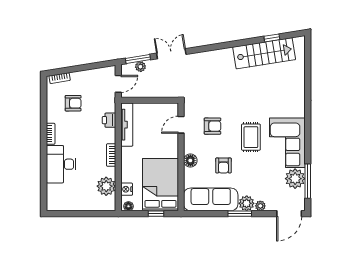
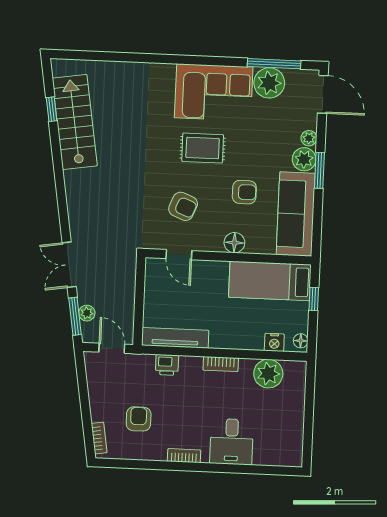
armchair: (212, 126) -> (183, 206), turned 112
desk: (61, 164) -> (232, 442), width x0.73
bed: (161, 185) -> (270, 281), width x0.67

